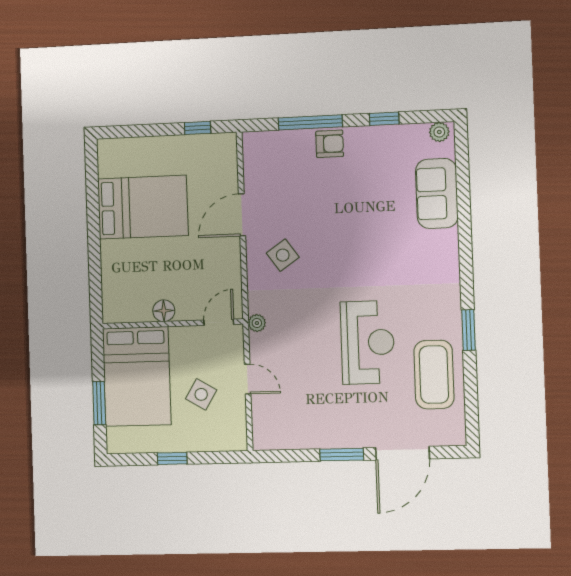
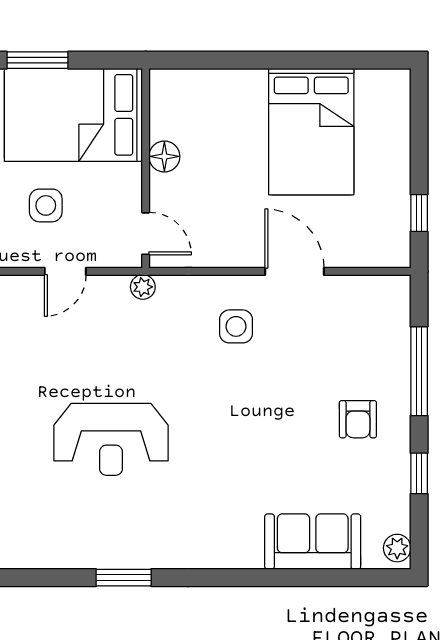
armchair: (330, 144) -> (358, 419), moved
side table: (283, 255) -> (236, 326), turned 35
coffee table: (434, 375) -> (64, 528), removed
side table: (201, 394) -> (46, 205), turned -31

